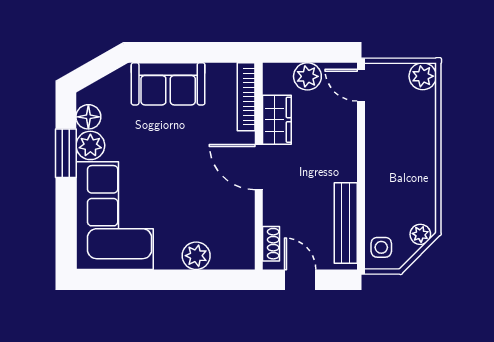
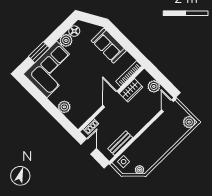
window: (66, 153) -> (39, 52), moved
bench: (346, 223) -> (120, 143), width x0.73

